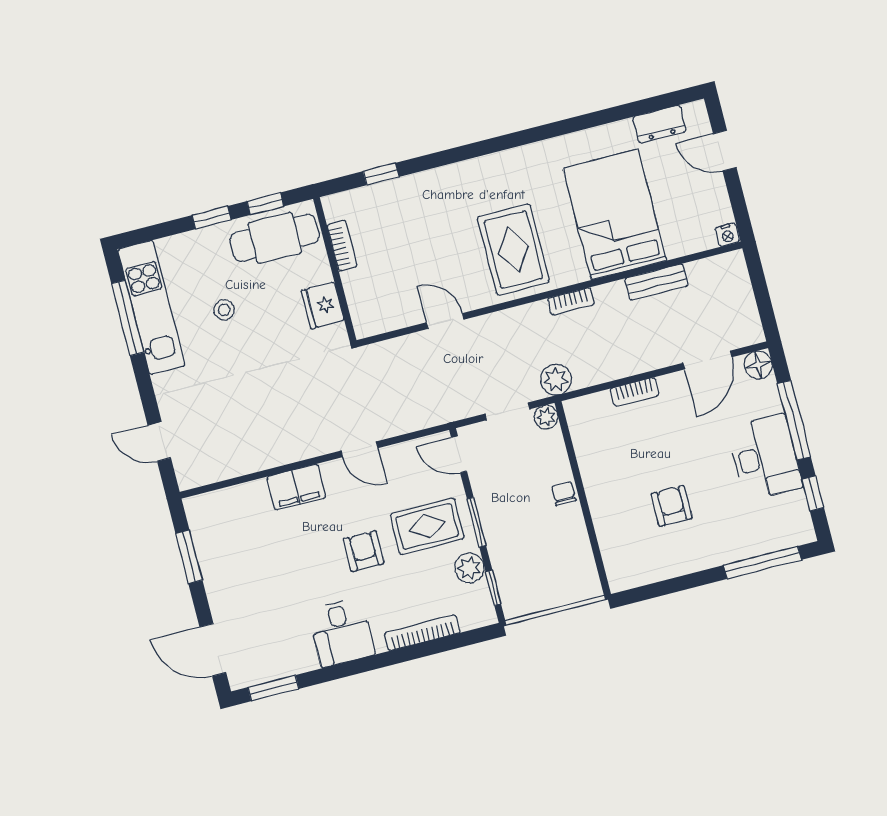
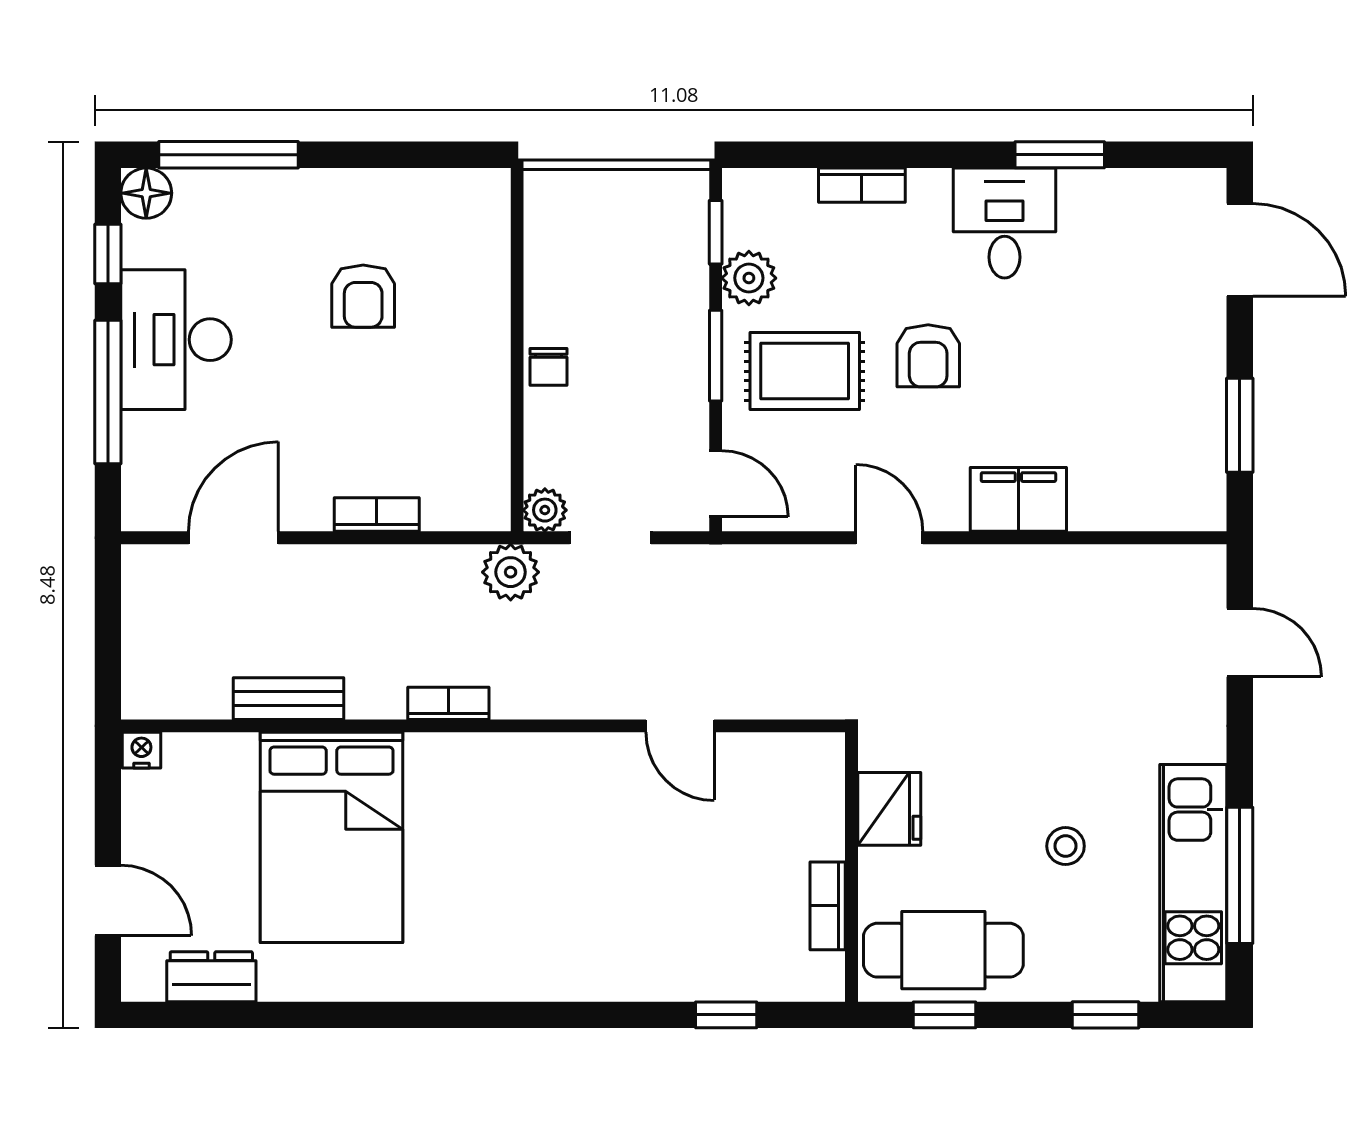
window: (211, 218) -> (1106, 1015), moved
rug: (513, 250) -> (527, 821), removed
floor lamp: (758, 365) -> (146, 193), moved
bookcase: (422, 633) -> (862, 185), width x0.64
window: (273, 688) -> (1060, 155), moved

